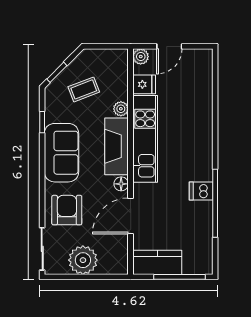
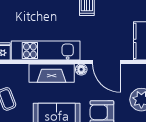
plant: (121, 109) -> (22, 70), removed

